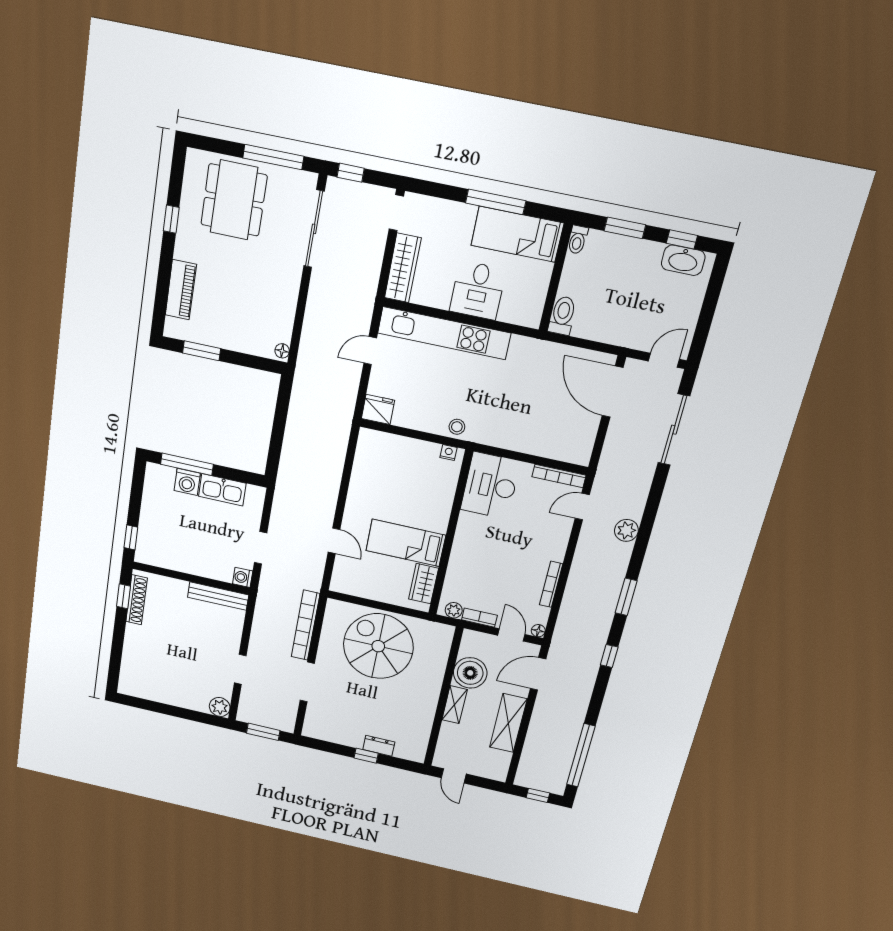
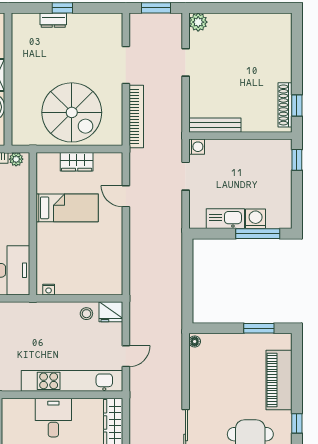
piano: (181, 290) -> (279, 380), width x1.37, depth x1.33
stool: (457, 427) -> (86, 314), moved
wardrobe: (423, 584) -> (77, 162), moved, turned 90

